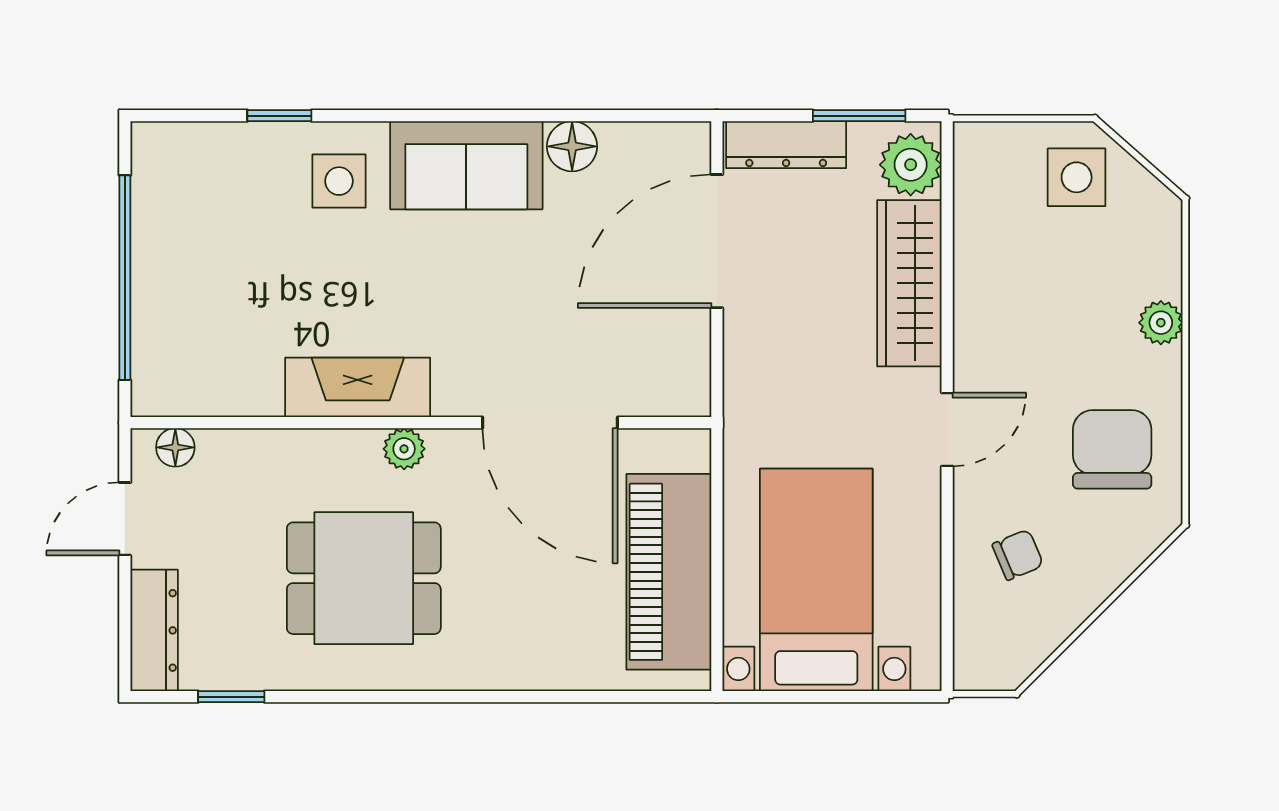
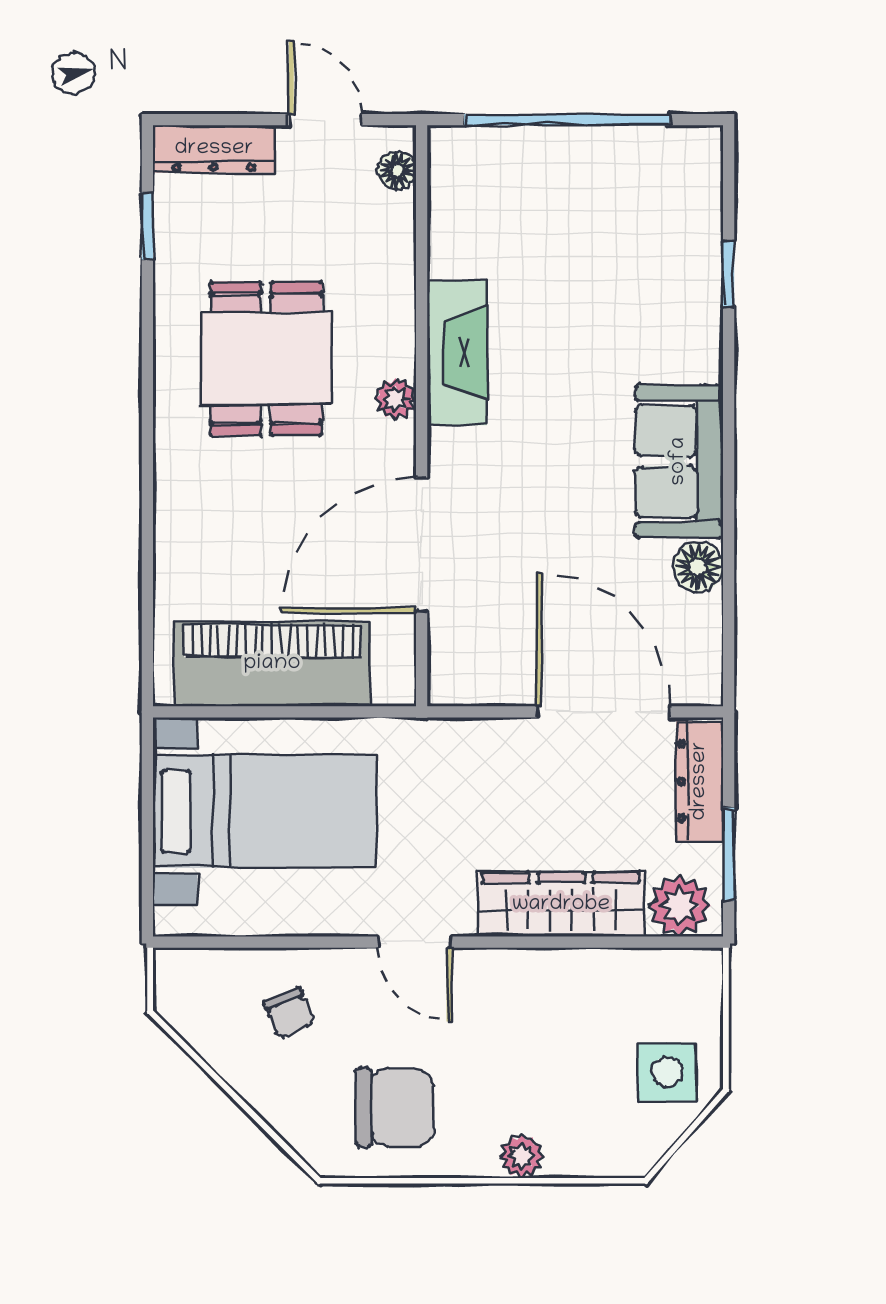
side table: (339, 181) -> (663, 334), removed

